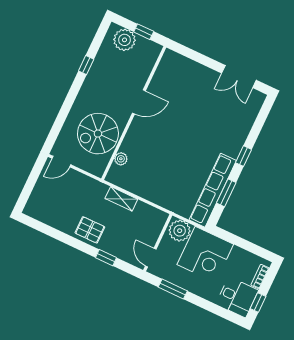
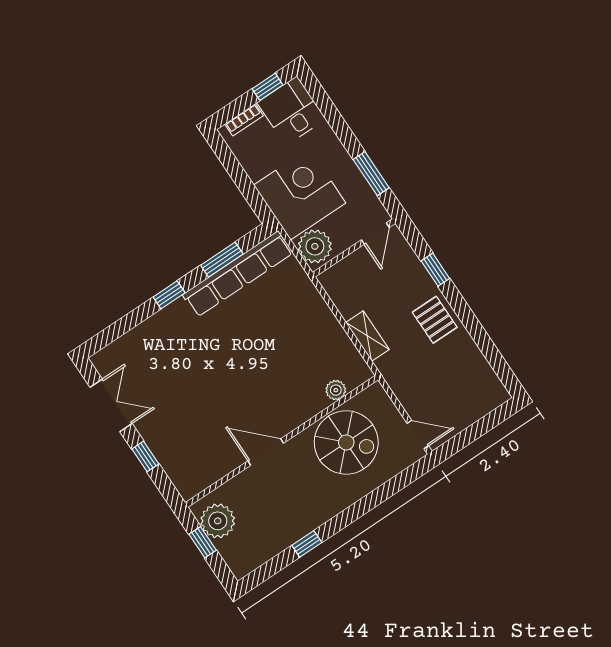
plant: (125, 40) -> (218, 521), moved
window: (203, 60) -> (145, 456), added

